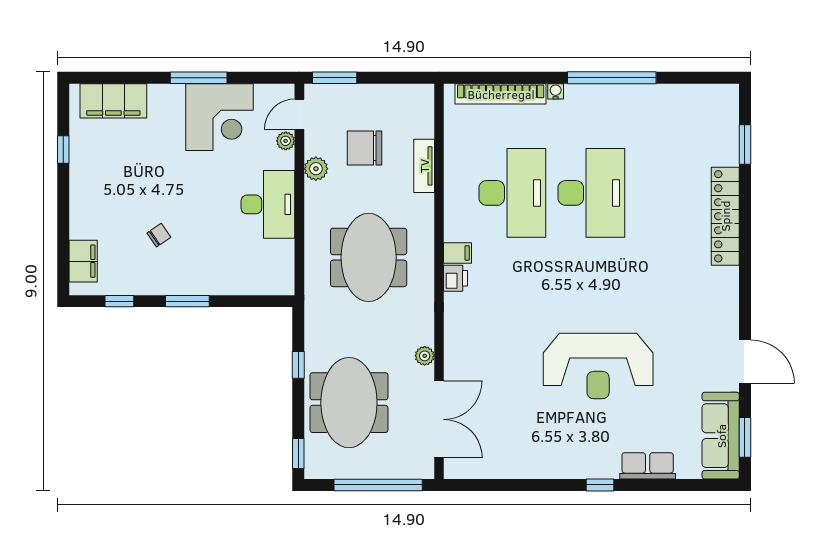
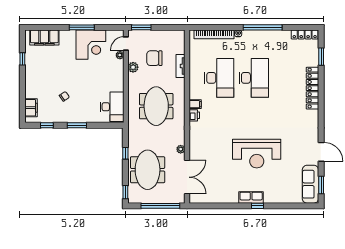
locker: (707, 94) -> (305, 35), added
desk: (268, 204) -> (112, 107), moved
row of seats: (648, 466) -> (251, 197), moved

